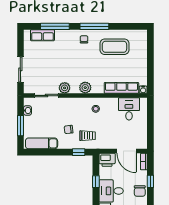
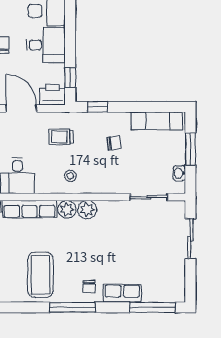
window: (55, 26) -> (152, 307), moved
row of seats: (42, 35) -> (122, 293), moved
coffee table: (114, 47) -> (41, 275), turned 90
plant: (65, 88) -> (67, 209), moved
trolley: (88, 136) -> (61, 137), moved
window: (96, 182) -> (70, 77), moved

